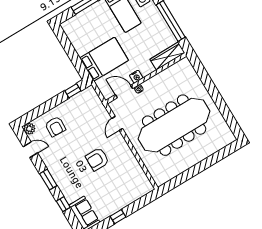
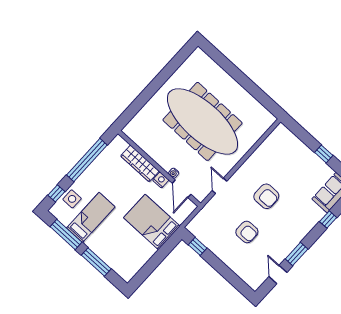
wardrobe: (167, 56) -> (140, 163), moved
door: (117, 123) -> (220, 186), swing flipped
armchair: (55, 126) -> (247, 232), moved, turned 87
plant: (29, 129) -> (255, 283), removed
window: (48, 180) -> (297, 254), moved

